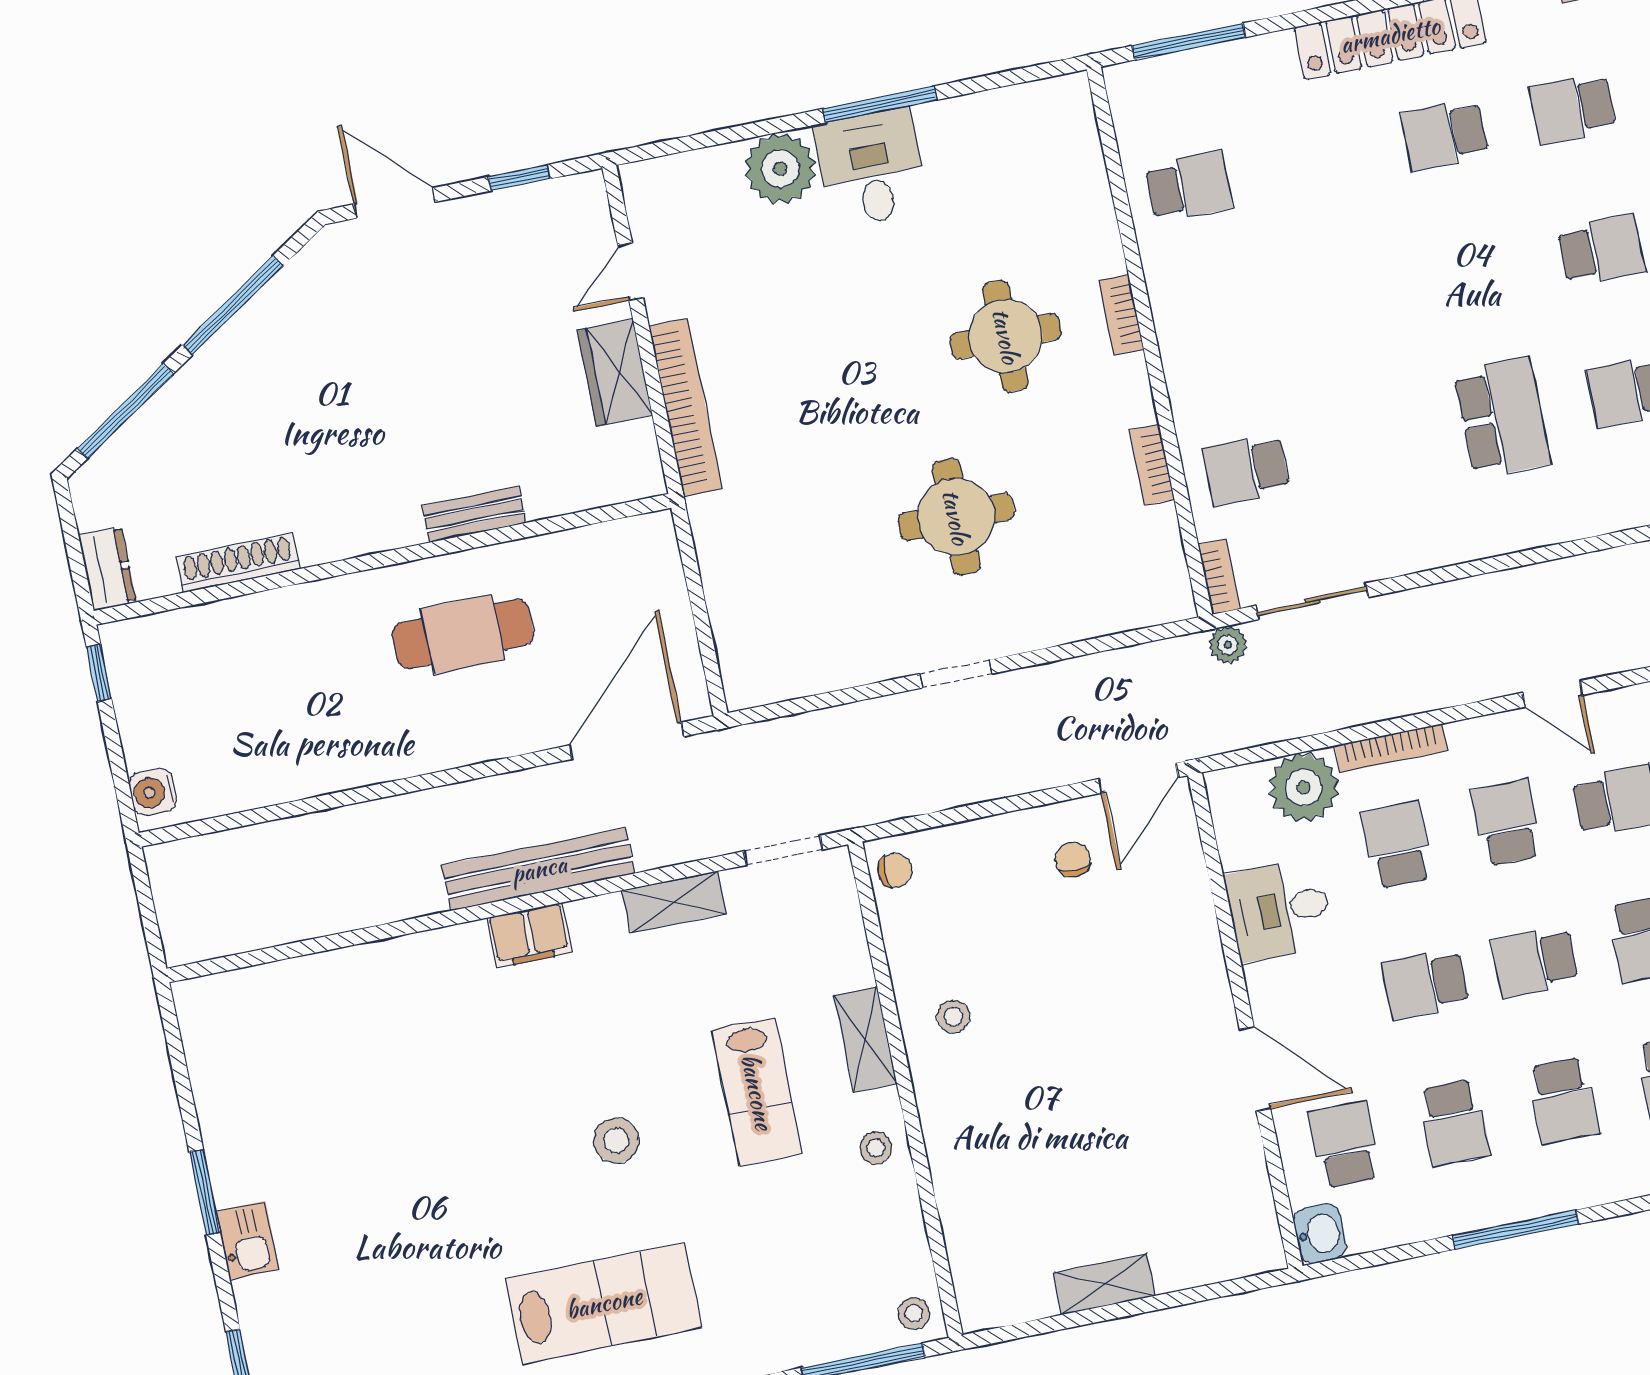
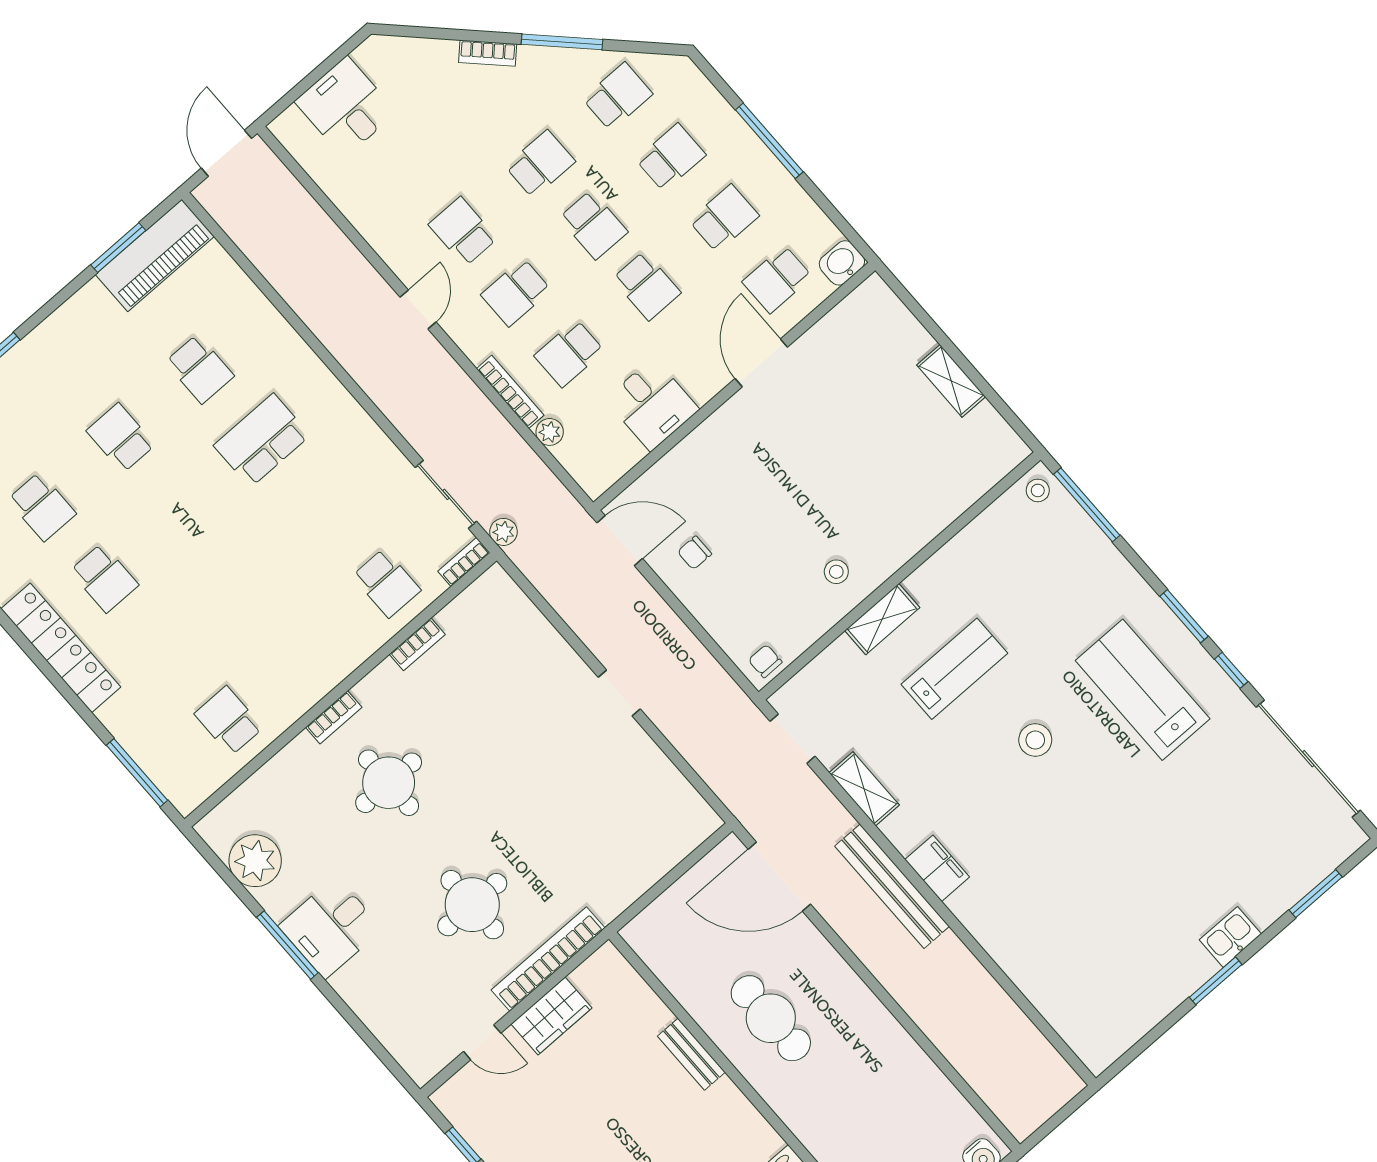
plant: (780, 168) -> (255, 861), moved
round table: (956, 517) -> (472, 905), moved
plant: (1304, 787) -> (550, 432), width x0.53, depth x0.53
stool: (876, 1148) -> (947, 574), removed

